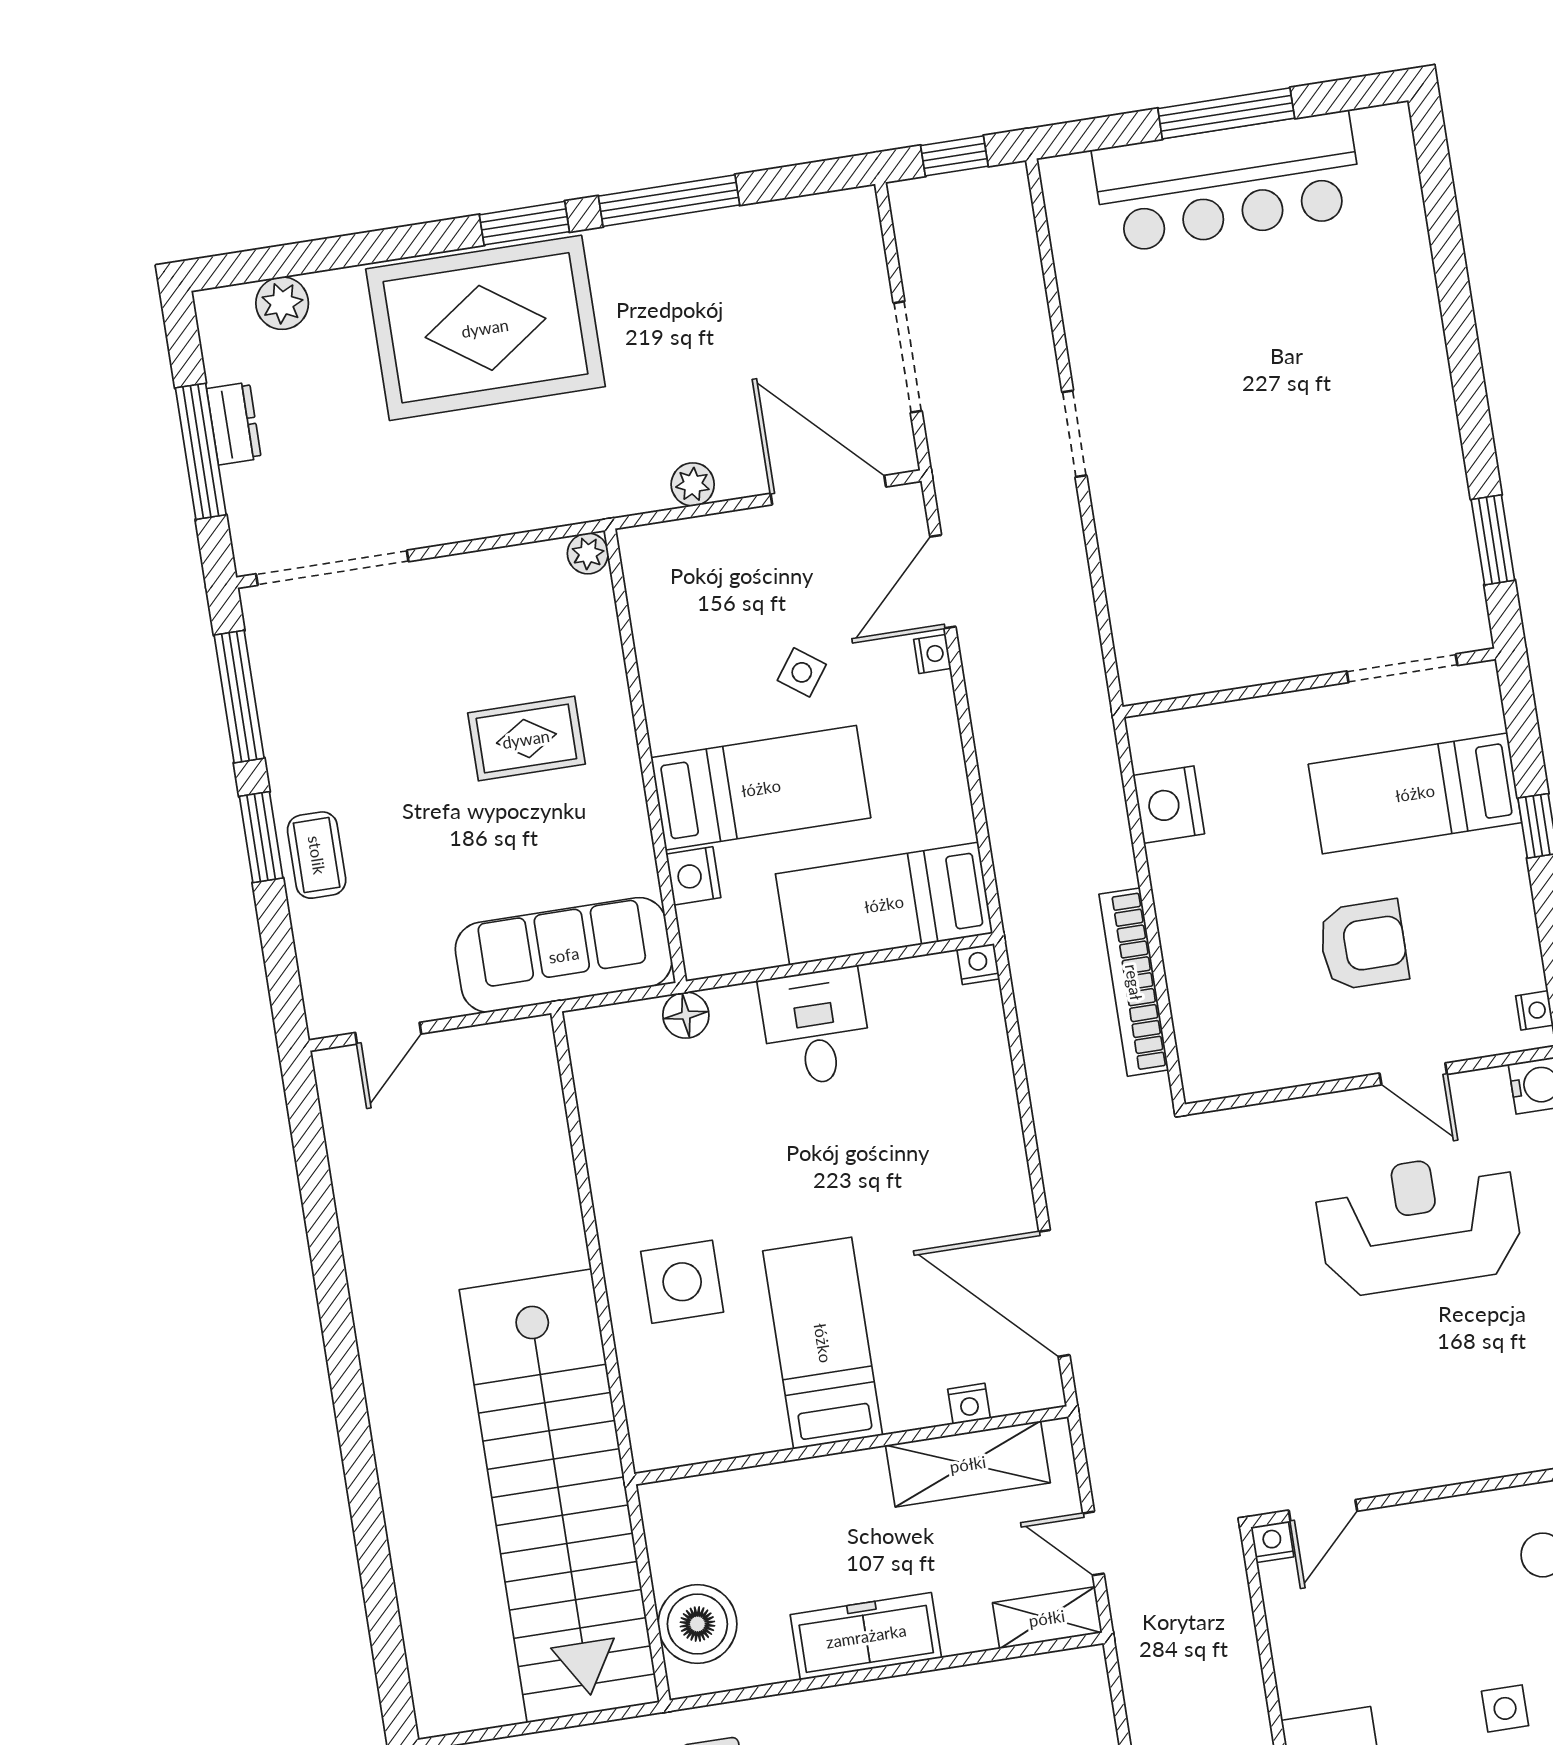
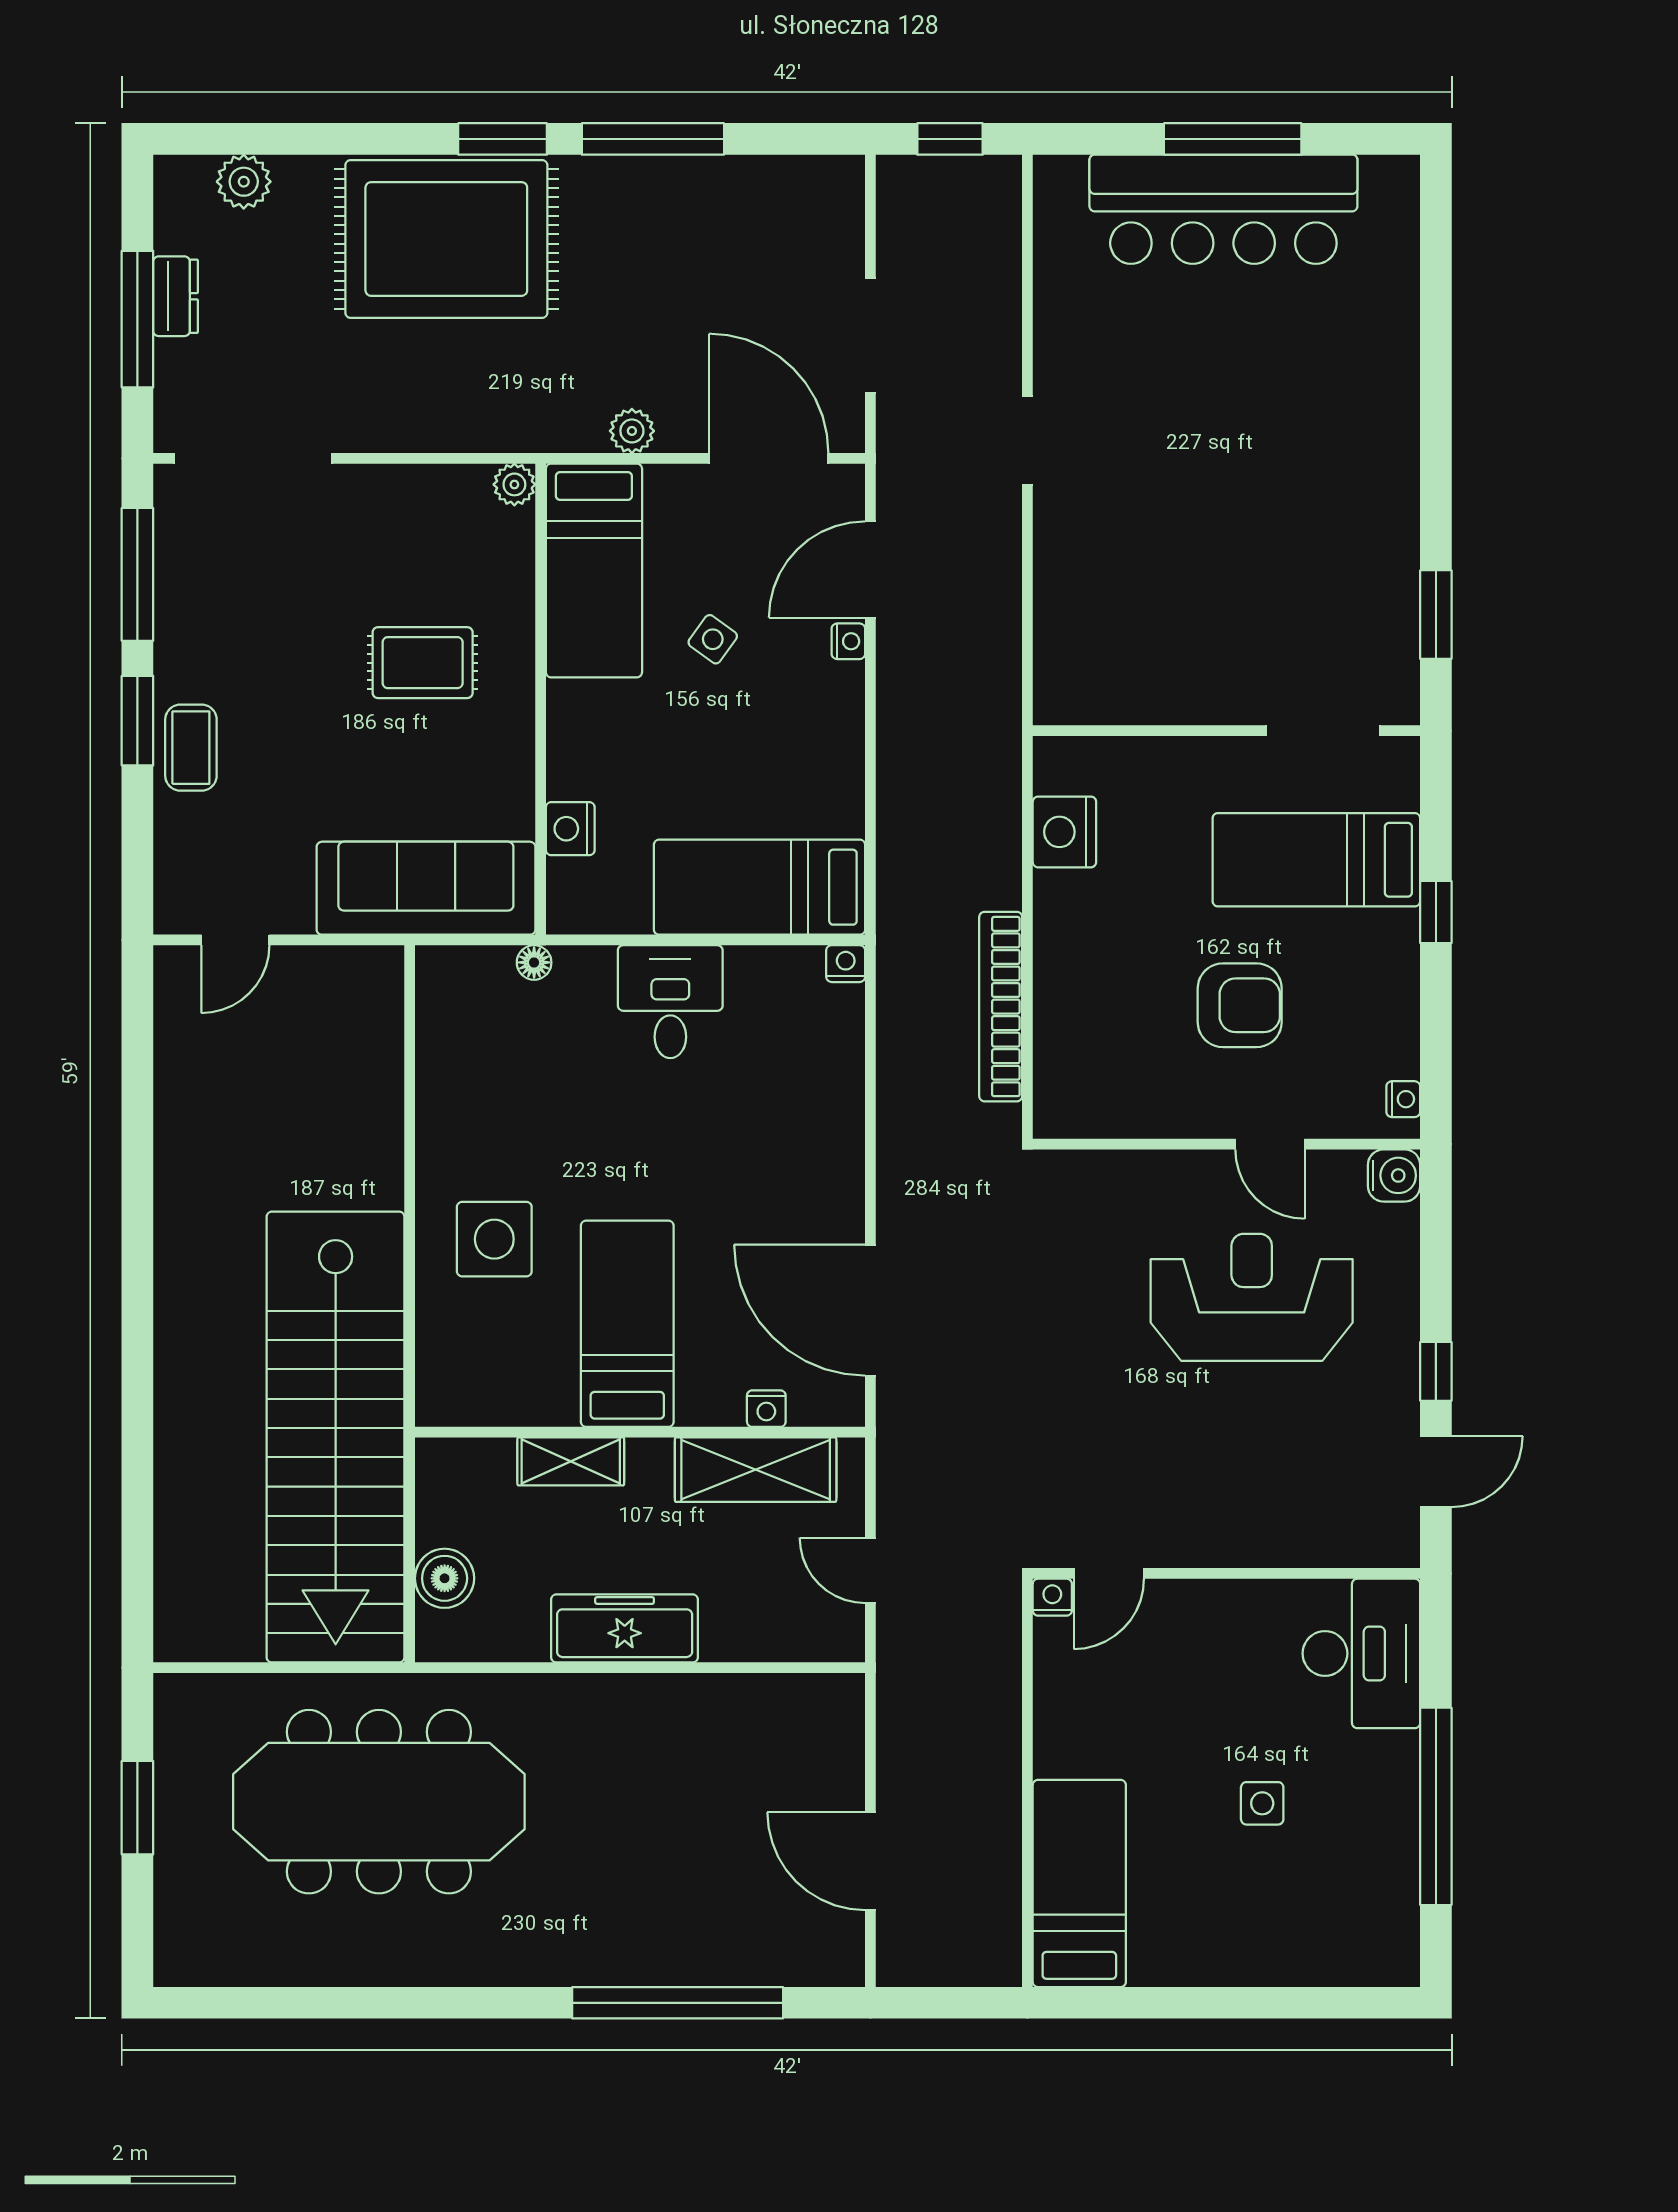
bed: (761, 788) -> (594, 570), moved, turned 90
floor lamp: (686, 1015) -> (534, 962), width x0.73, depth x0.73
shelving: (1047, 1618) -> (571, 1461), moved
boiler: (697, 1624) -> (445, 1578), width x0.73, depth x0.73

